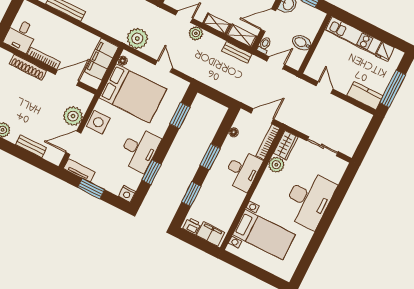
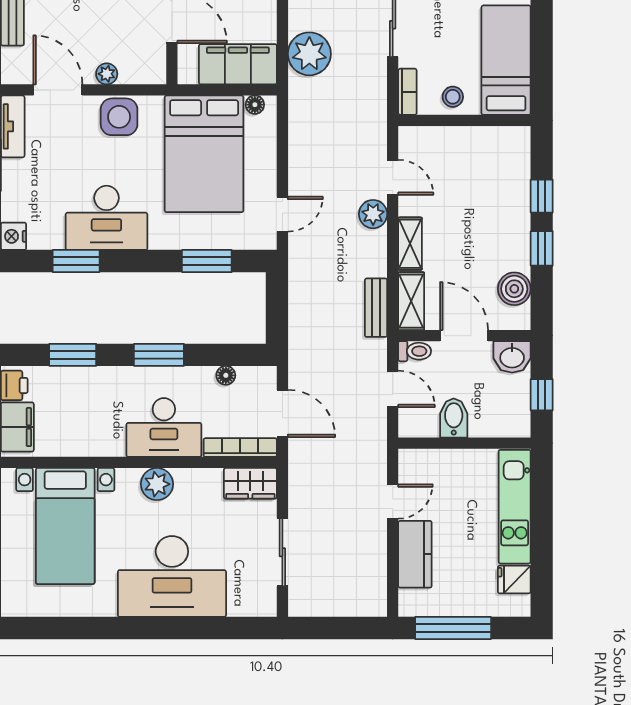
plant: (137, 38) -> (309, 54), moved
door: (164, 66) -> (282, 214), moved
kitchen counter: (365, 96) -> (415, 554), moved
plant: (73, 116) -> (107, 74), width x0.53, depth x0.53
plant: (276, 165) -> (157, 484), moved

